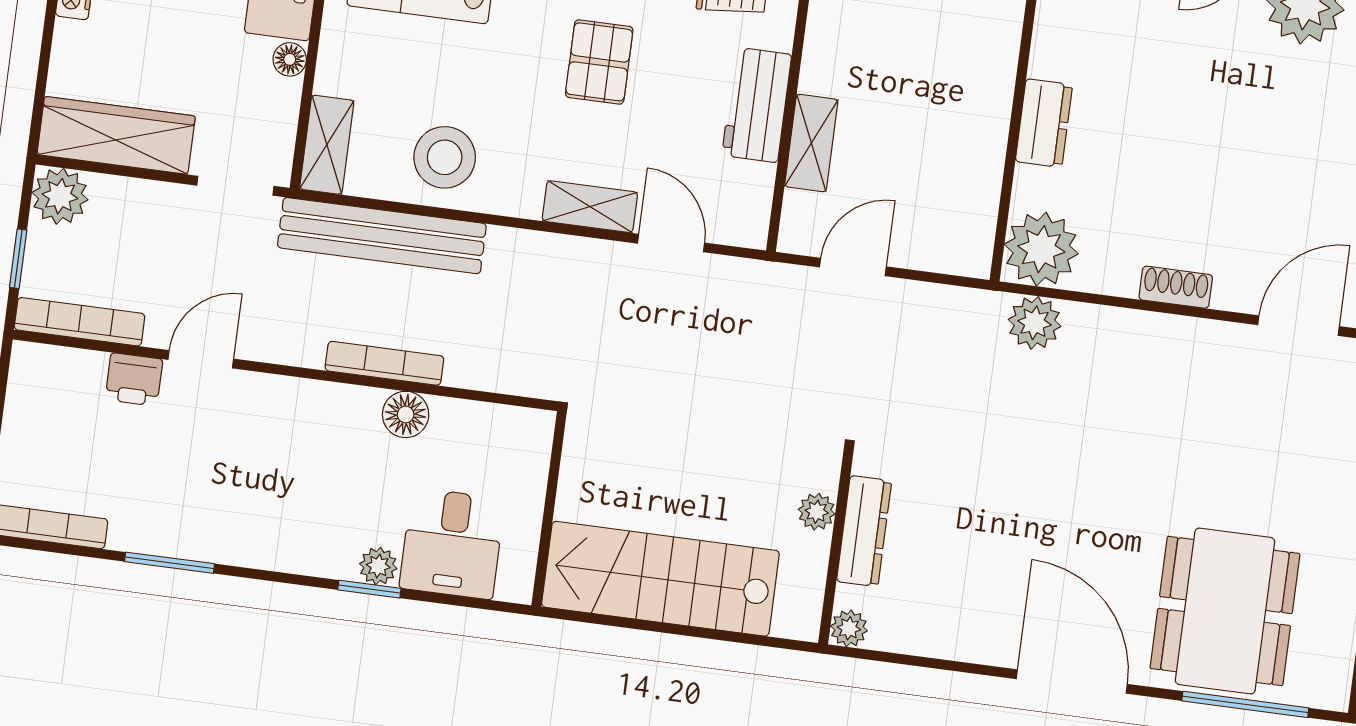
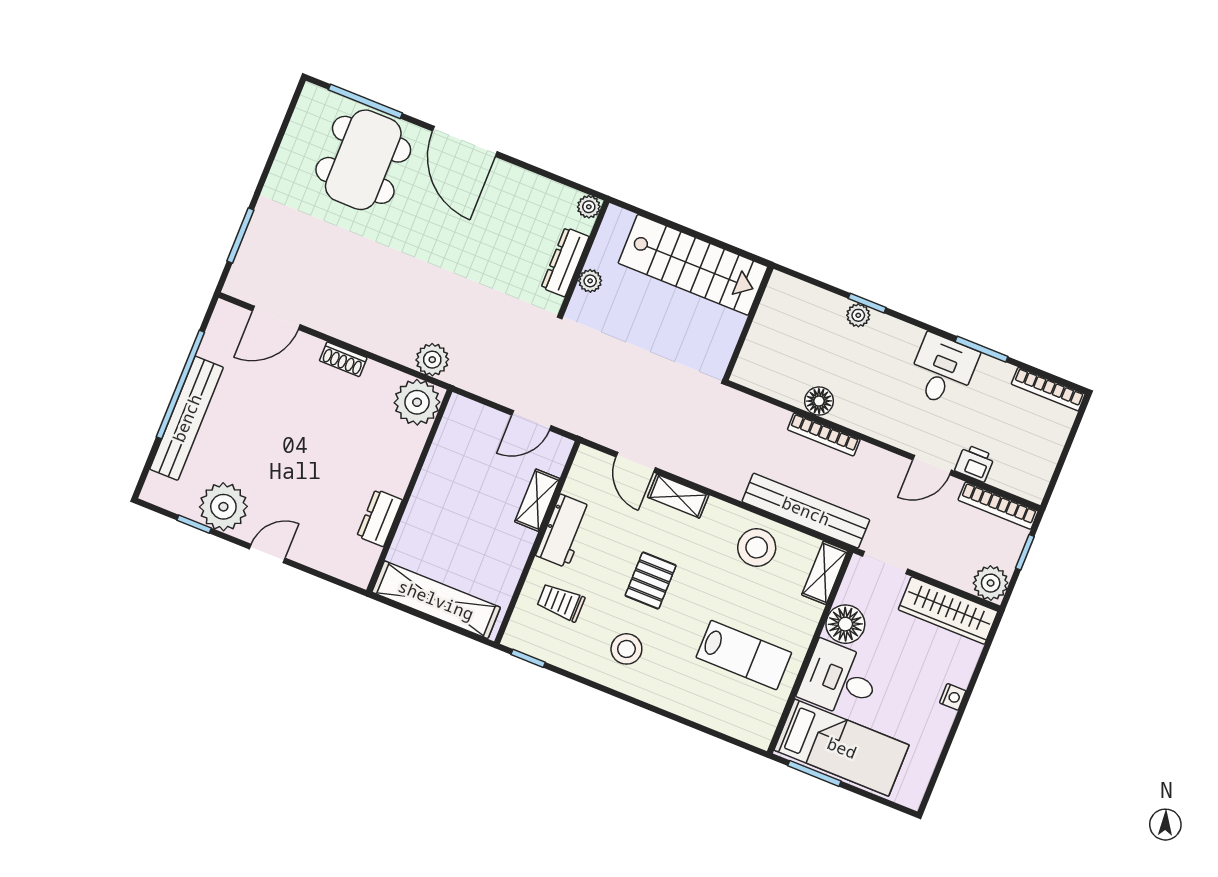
floor lamp: (290, 59) -> (845, 624), width x1.89, depth x1.89
dresser: (1044, 123) -> (380, 518), moved
desk: (452, 544) -> (943, 370), moved

